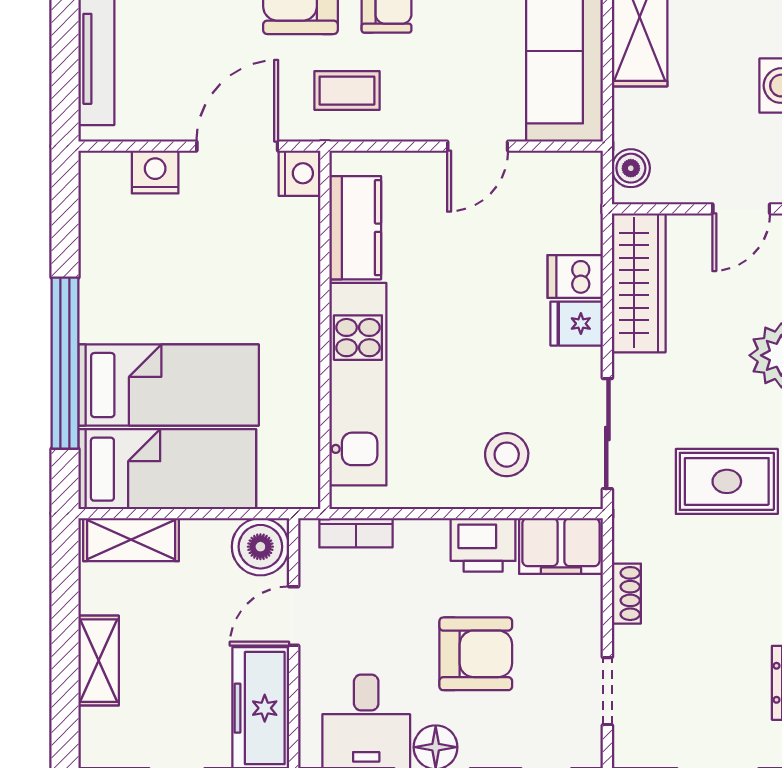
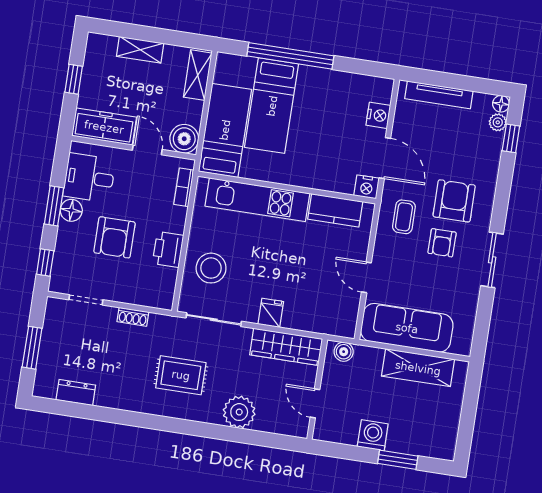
dishwasher: (575, 276) -> (294, 316), removed
stool: (507, 455) -> (211, 268), width x1.38, depth x1.38
bed: (167, 469) -> (225, 130), moved, turned 180
rug: (727, 481) -> (181, 375), turned 90
filing cabinet: (561, 546) -> (161, 288), removed

